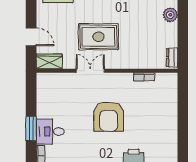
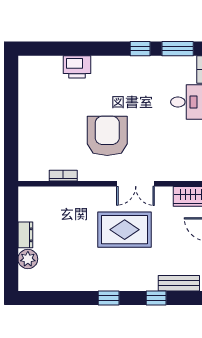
dresser: (172, 58) -> (25, 235), moved
armchair: (109, 117) -> (107, 136), moved

